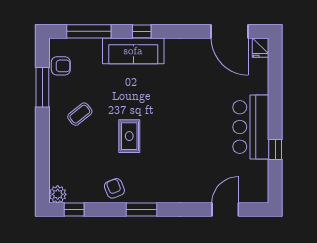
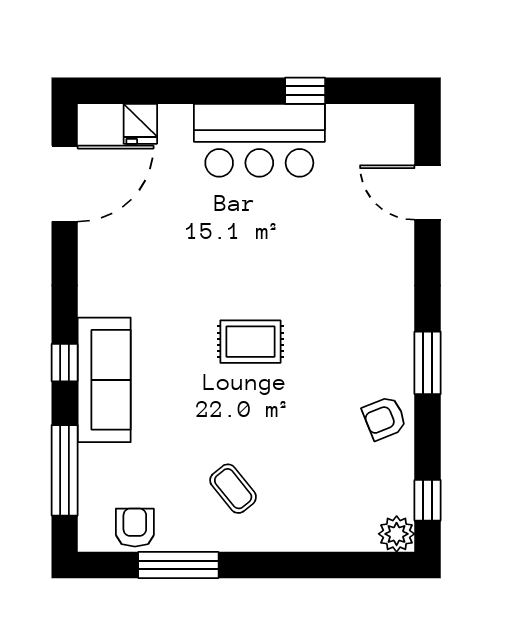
fridge: (260, 48) -> (140, 124), moved, turned 90
rug: (129, 136) -> (250, 342), moved

